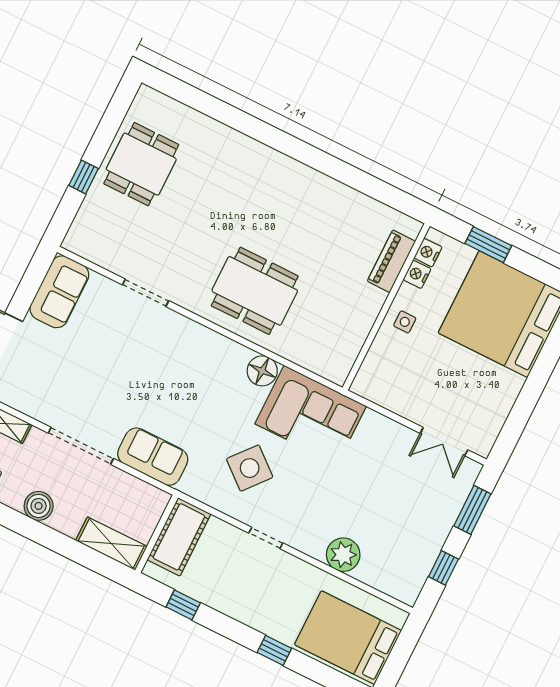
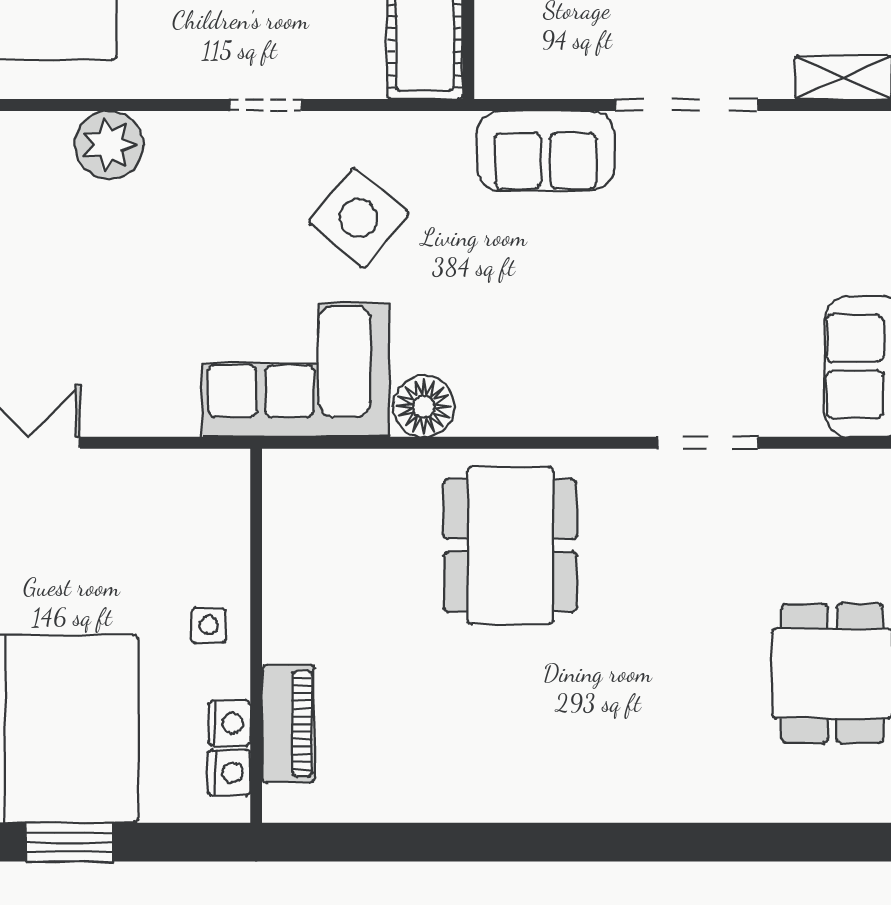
window: (488, 245) -> (70, 842), moved
dining table: (255, 291) -> (510, 546), turned 90

